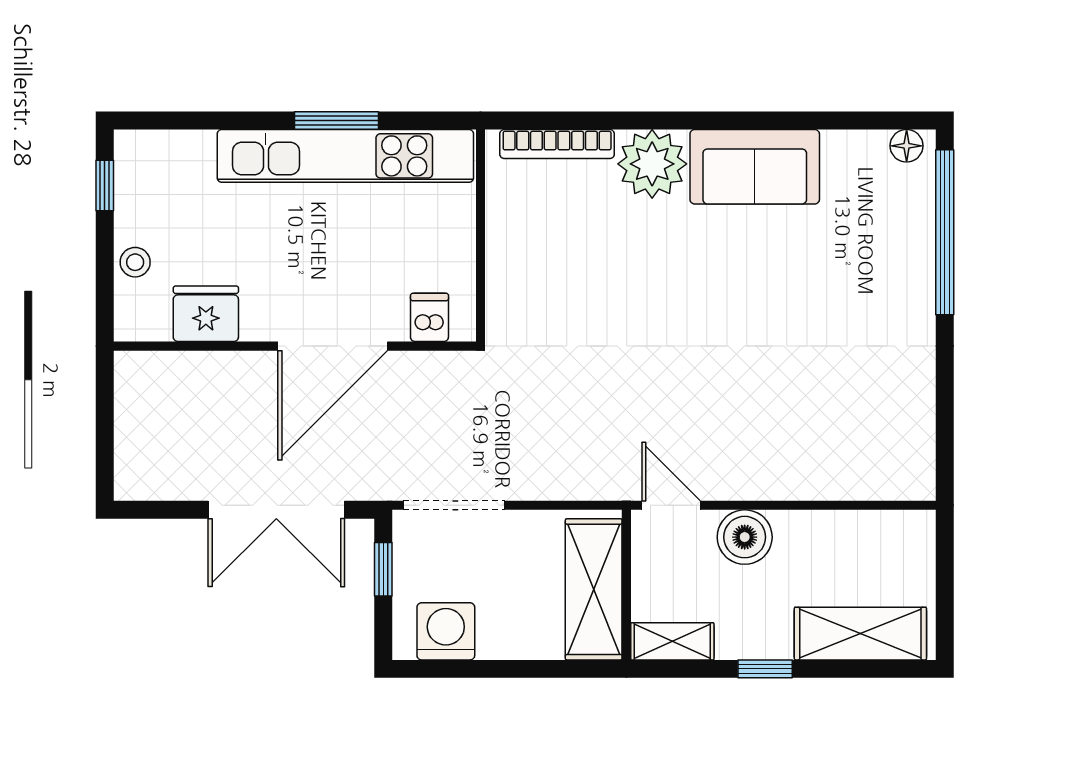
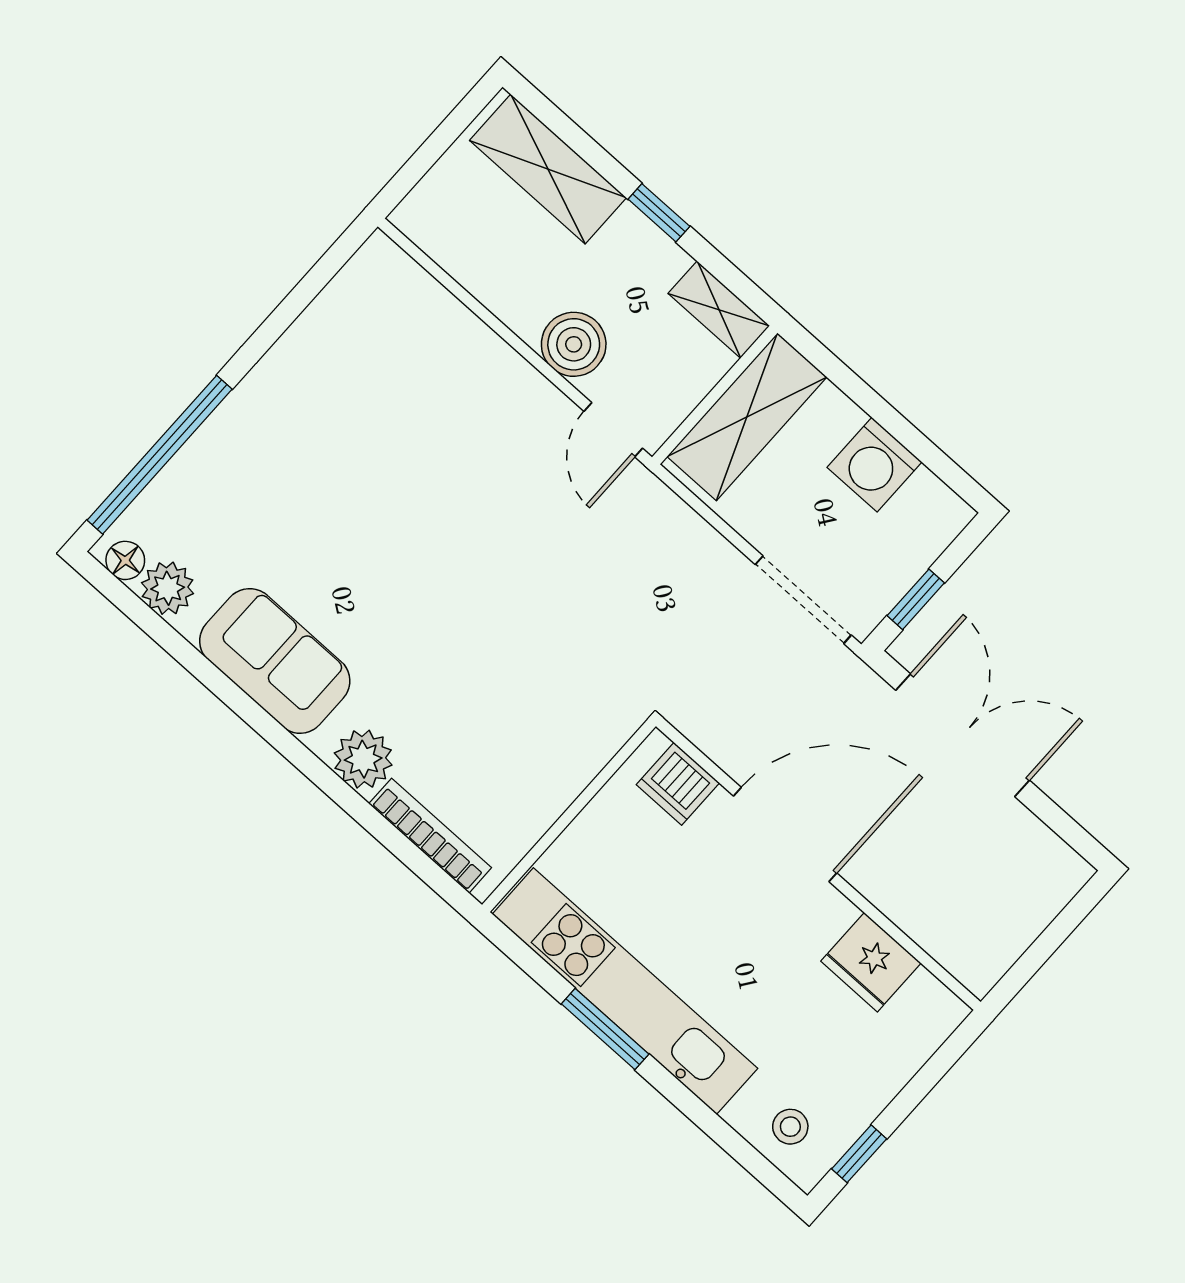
plant: (864, 152) -> (168, 588), added
plant: (652, 164) -> (363, 759), width x0.73, depth x0.73
stool: (135, 262) -> (790, 1127), moved
dishwasher: (429, 317) -> (678, 784), width x1.38
washing machine: (446, 631) -> (875, 465), moved

